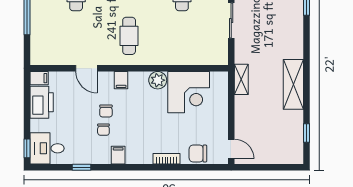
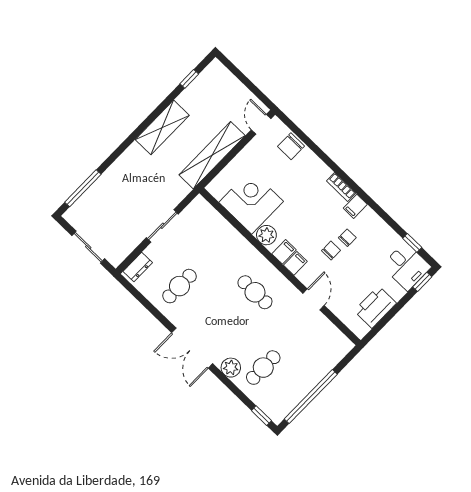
cafe table: (129, 36) -> (255, 292), turned 90
filing cabinet: (39, 78) -> (284, 252), moved, turned 90
shelving: (241, 79) -> (212, 155), width x2.20, depth x1.33
chair: (198, 153) -> (291, 146), turned 90
bookcase: (167, 159) -> (341, 187), moved
window: (81, 167) -> (412, 243), moved

